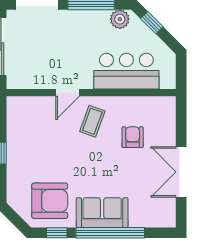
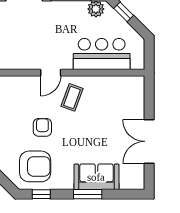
armchair: (133, 137) -> (42, 127), moved
sofa: (102, 213) -> (96, 177), moved
window: (110, 233) -> (88, 194), width x0.47

